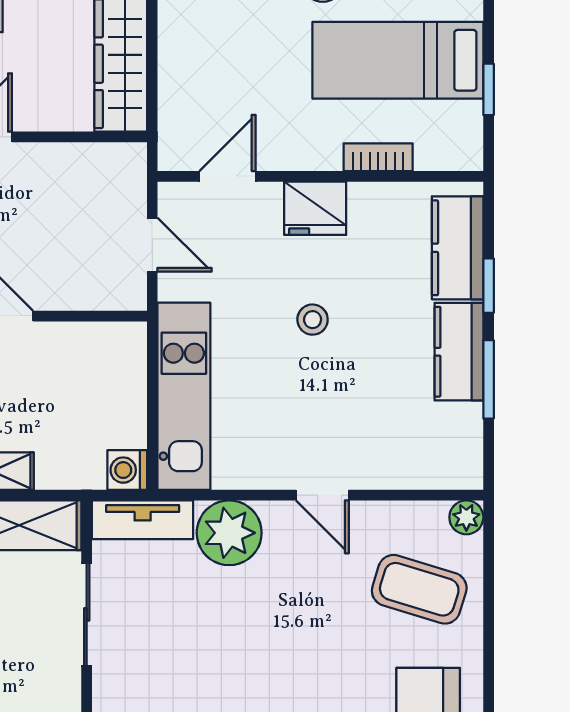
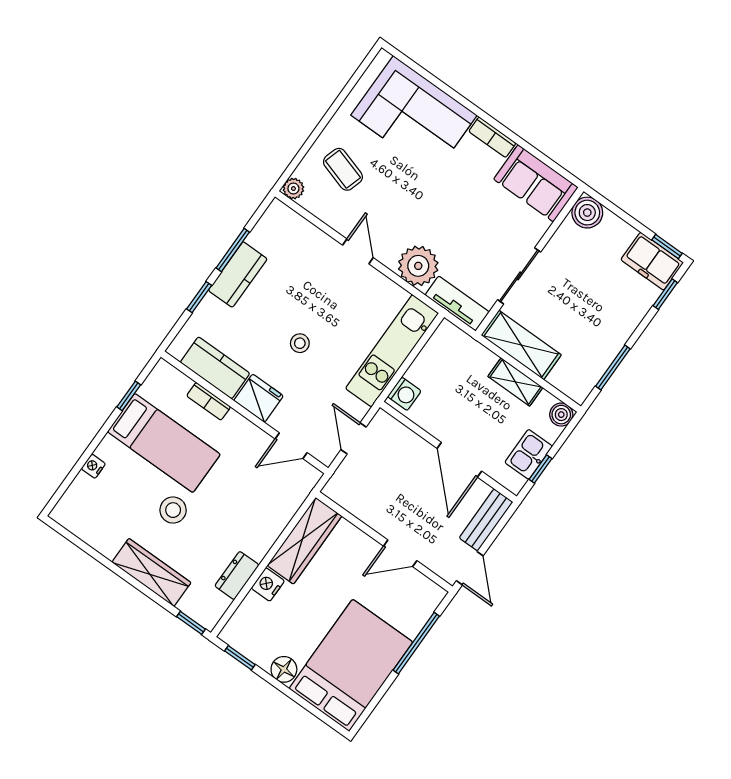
kitchen counter: (458, 248) -> (215, 368), moved, turned -90
washing machine: (127, 470) -> (404, 394), moved
coffee table: (419, 589) -> (343, 169), width x0.73, depth x0.77

